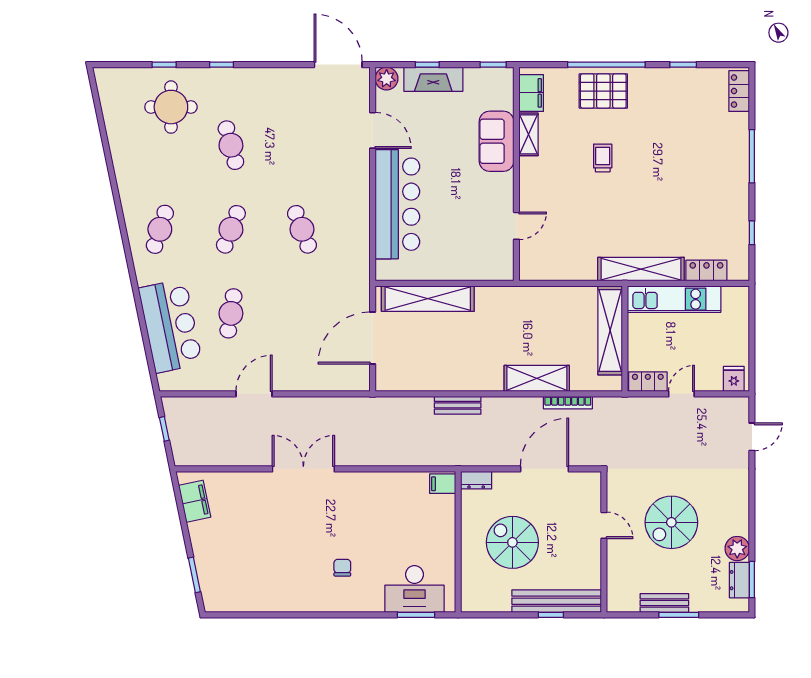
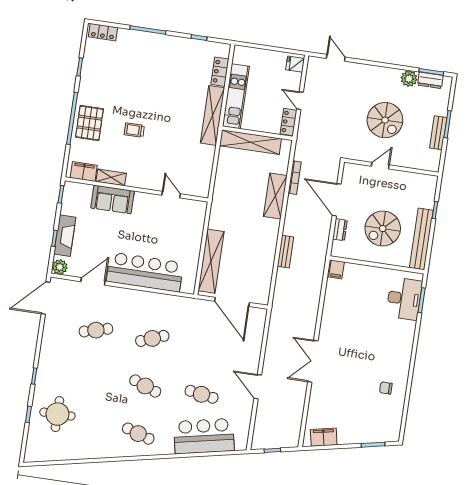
cafe table: (231, 145) -> (96, 330), moved
dresser: (476, 480) -> (340, 230), moved
chair: (342, 568) -> (386, 388), moved
bench: (557, 601) -> (421, 239), moved

